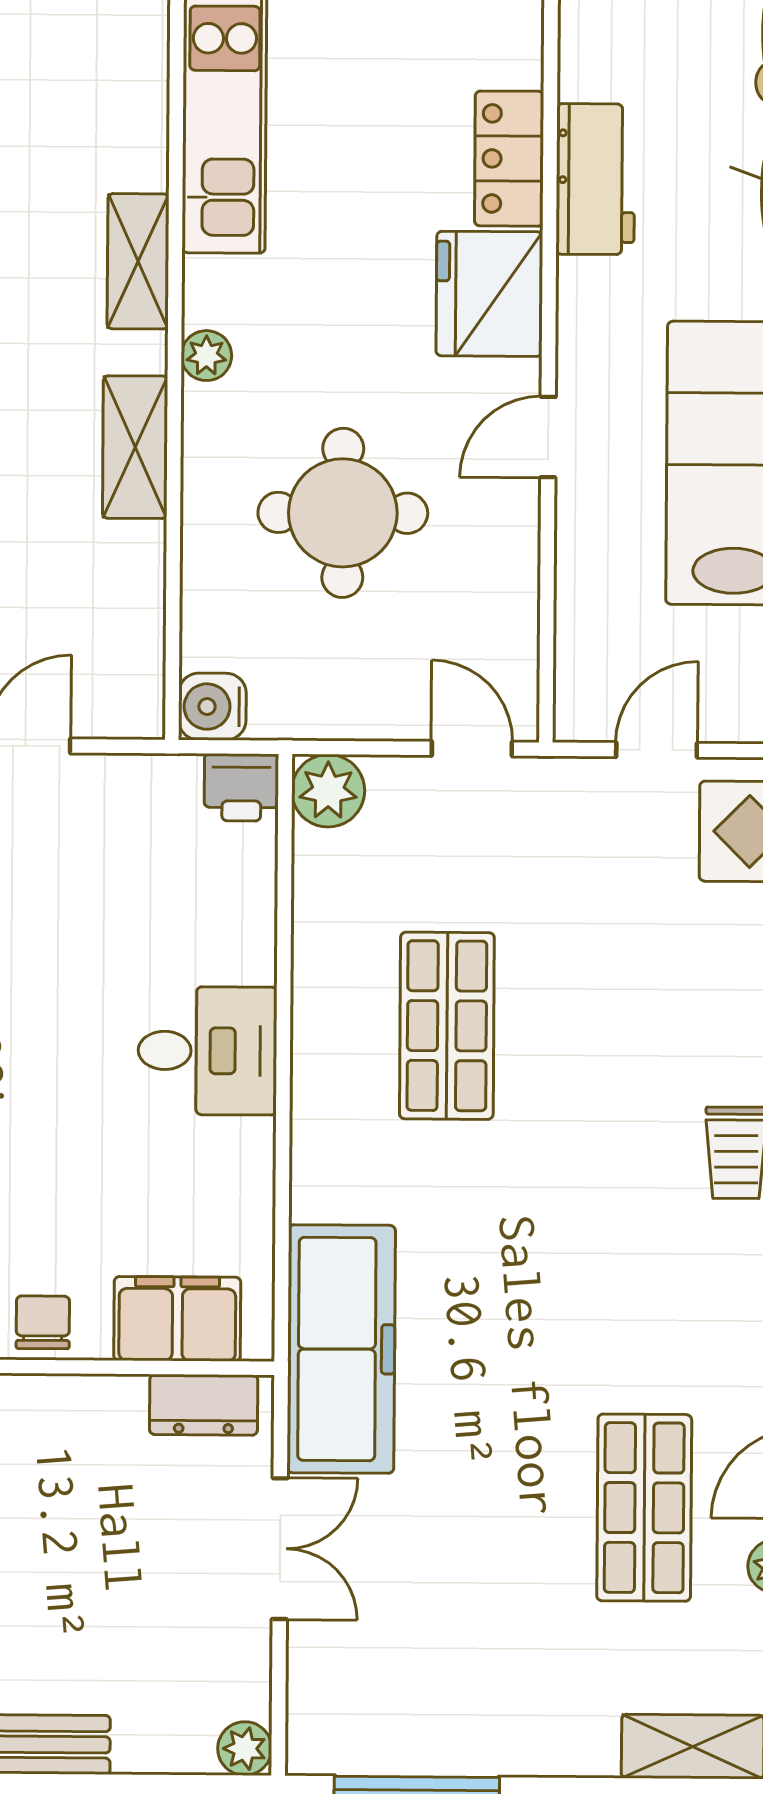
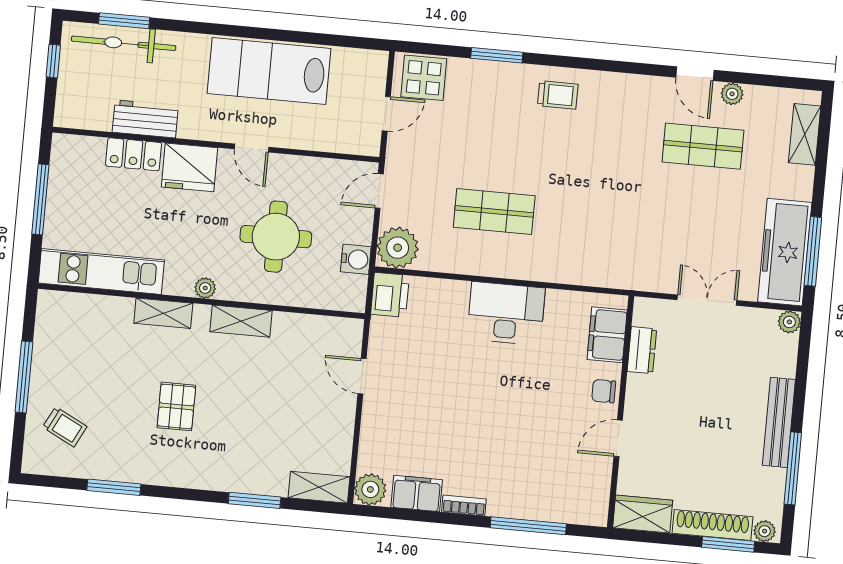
water cooler: (212, 707) -> (356, 259), moved, turned -90
door: (657, 750) -> (386, 114), swing flipped
printer: (241, 787) -> (390, 295), width x1.36, depth x1.24
plant: (328, 791) -> (398, 248), width x1.36, depth x1.36
desk: (207, 1051) -> (506, 313), width x1.37
freezer: (341, 1349) -> (785, 252), moved, turned -90
dresser: (204, 1405) -> (642, 350), moved

